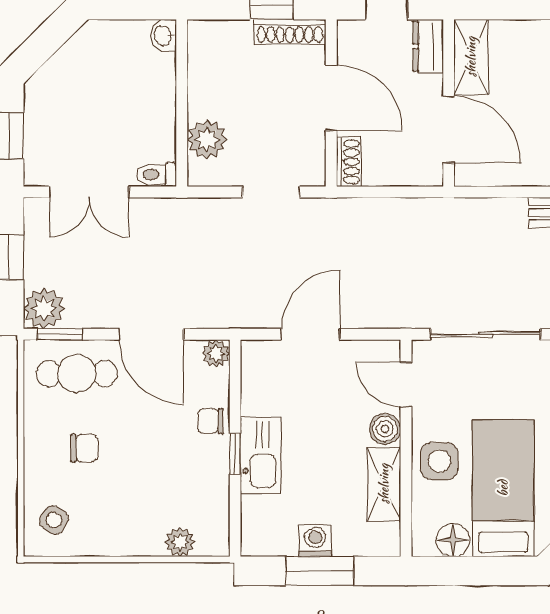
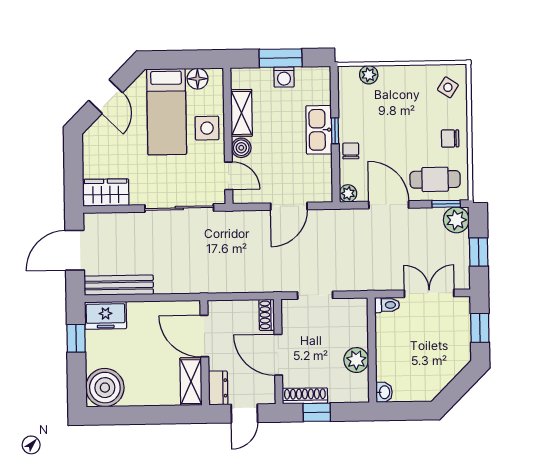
plant: (207, 140) -> (356, 360), moved
chair: (211, 421) -> (351, 151), turned -90
chair: (84, 448) -> (450, 138), moved

